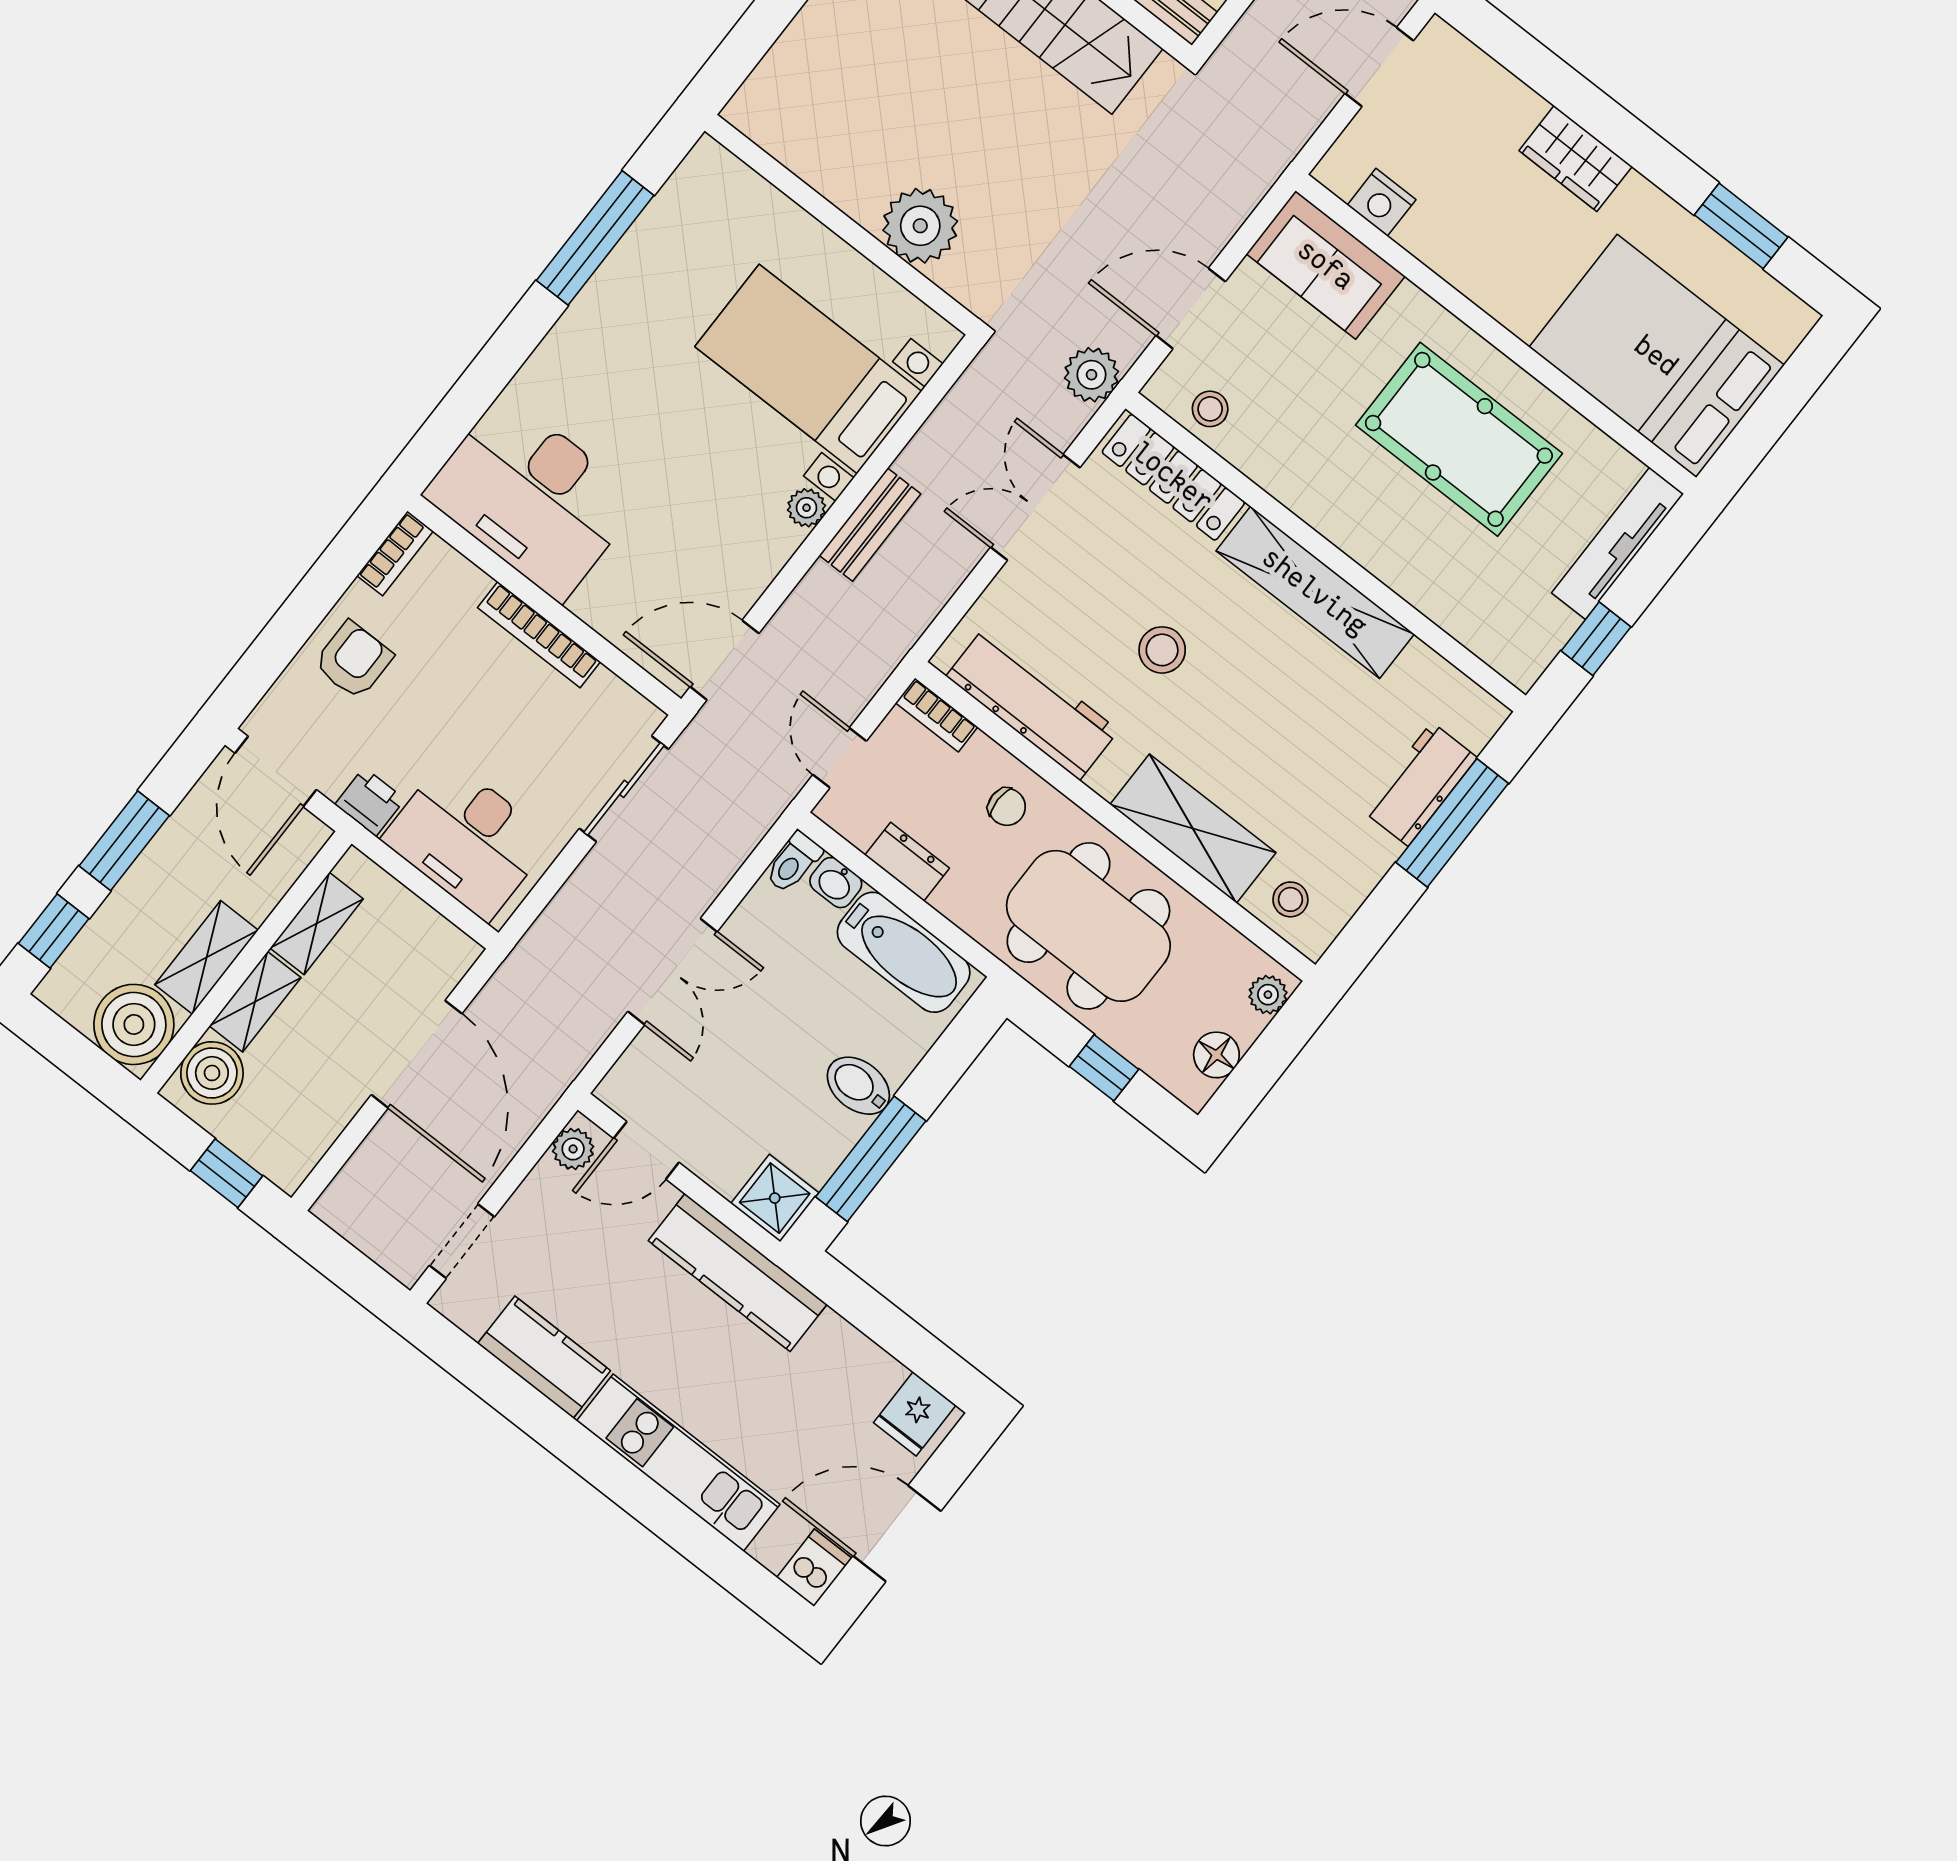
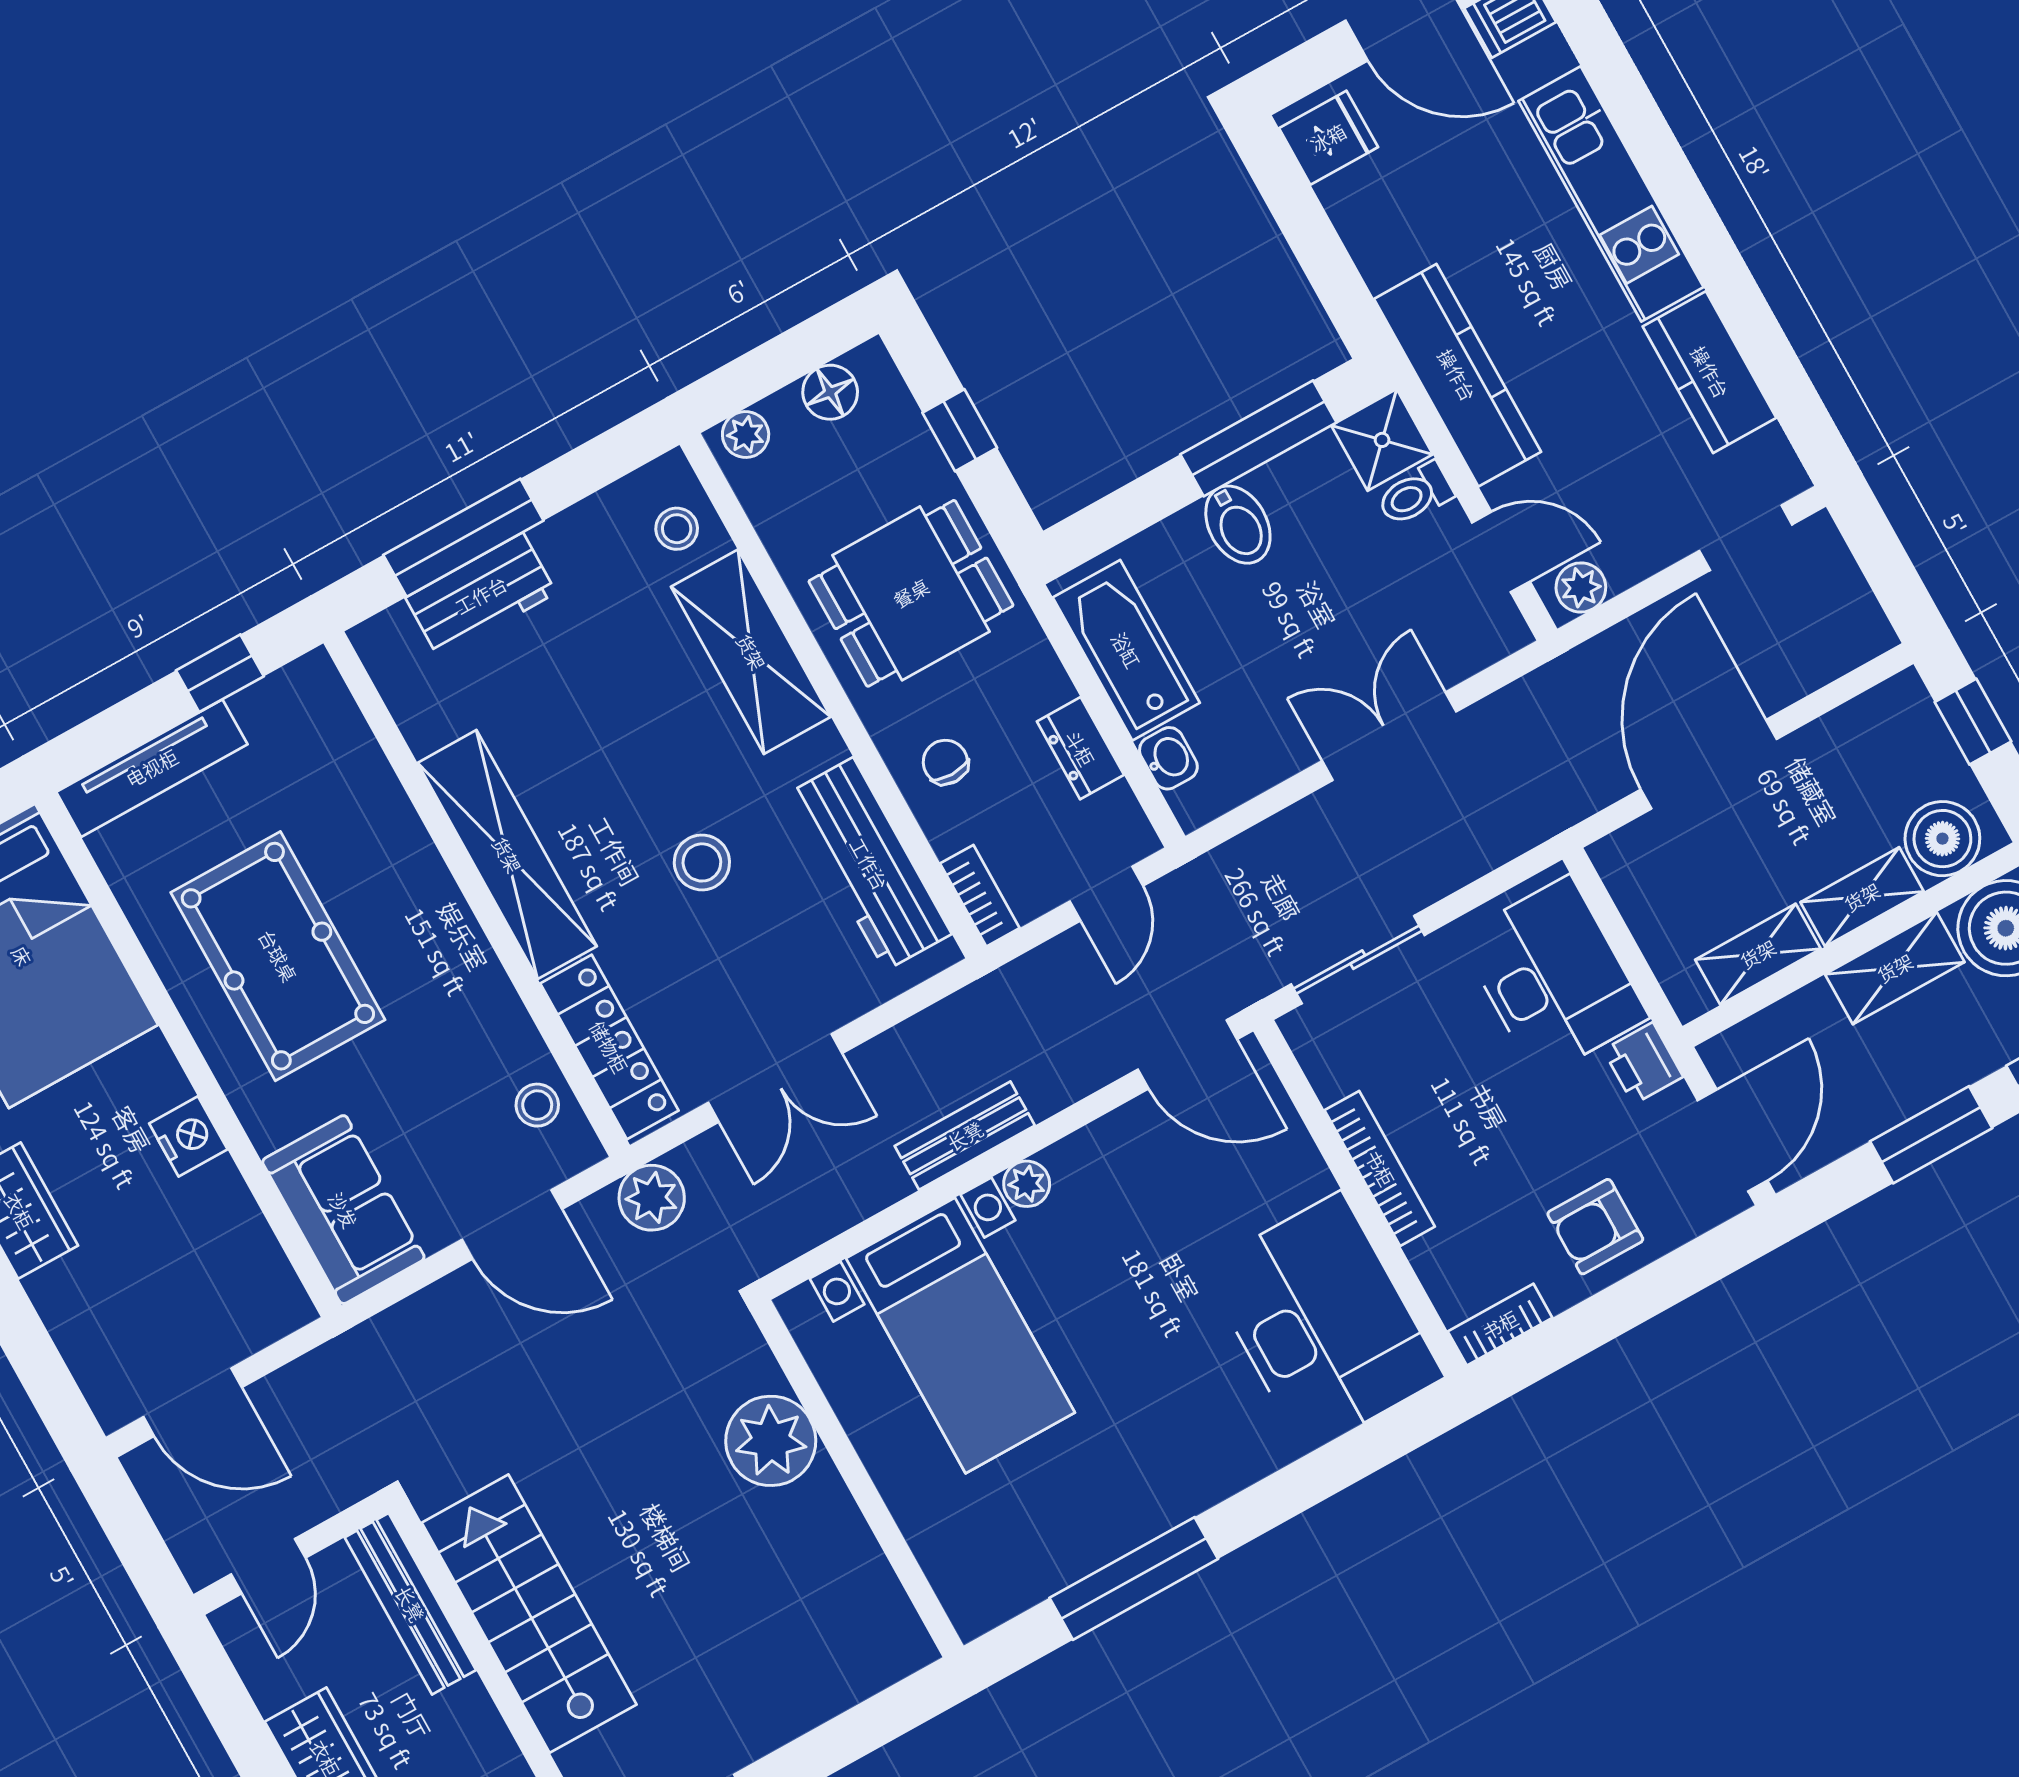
nightstand: (1382, 202) -> (188, 1136), moved
toilet: (793, 862) -> (1415, 494), moved, turned 180
dining table: (1088, 926) -> (911, 593), width x0.73

